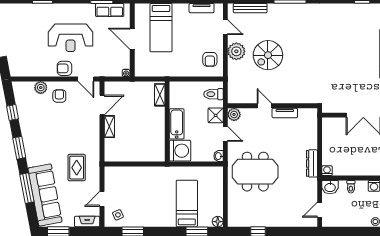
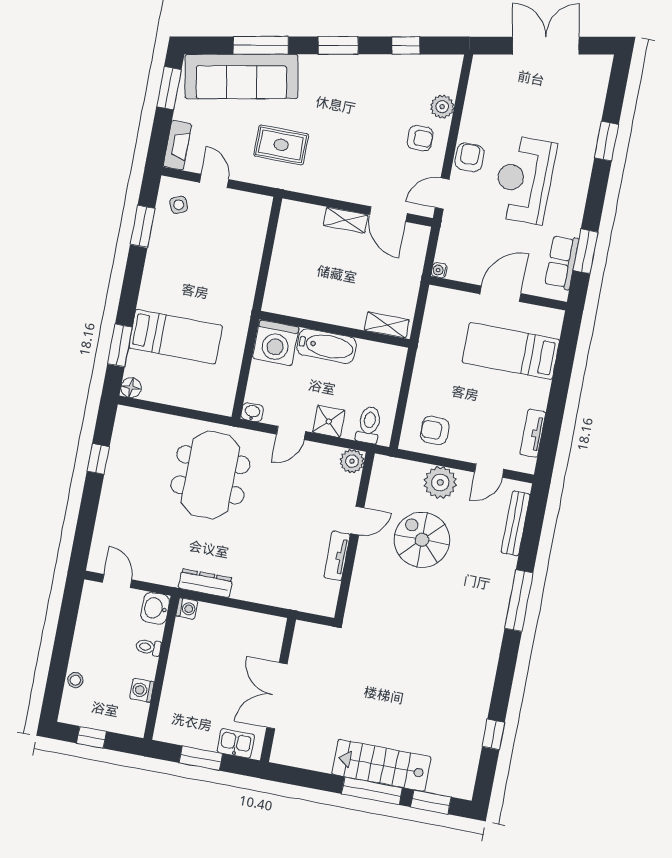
door: (264, 106) -> (357, 521), moved
wall: (273, 106) -> (354, 536), moved
tv unit: (285, 113) -> (337, 556), moved
plant: (234, 114) -> (352, 461), moved

